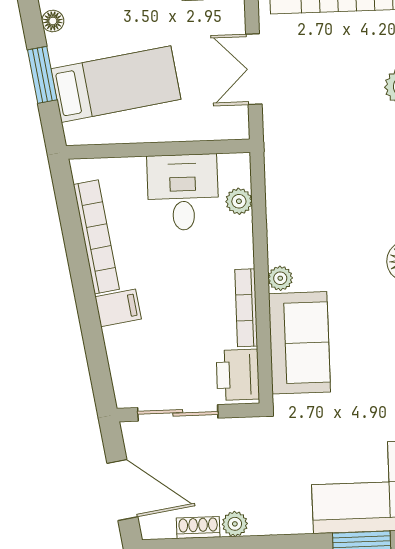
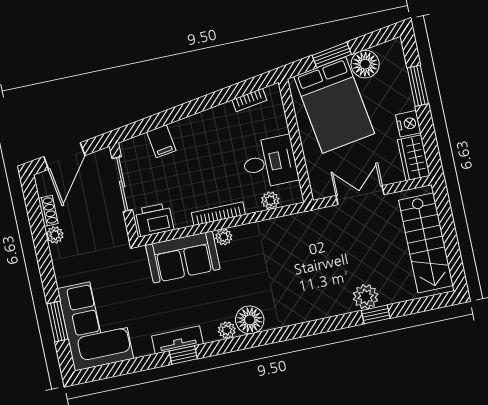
floor lamp: (53, 21) -> (365, 64), width x1.89, depth x1.89
bed: (116, 84) -> (334, 105), width x1.50
bookcase: (96, 237) -> (249, 100), width x0.43, depth x0.76
filing cabinet: (118, 308) -> (161, 141), moved
bookcase: (246, 308) -> (218, 214), moved

